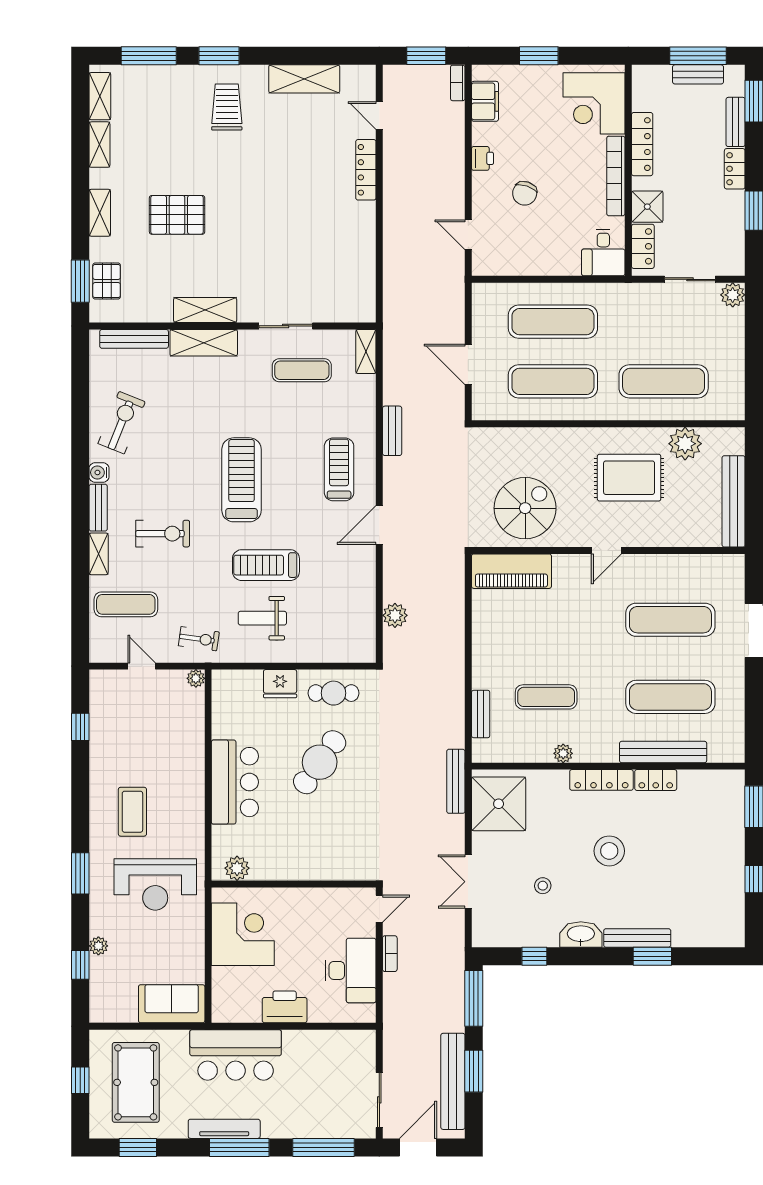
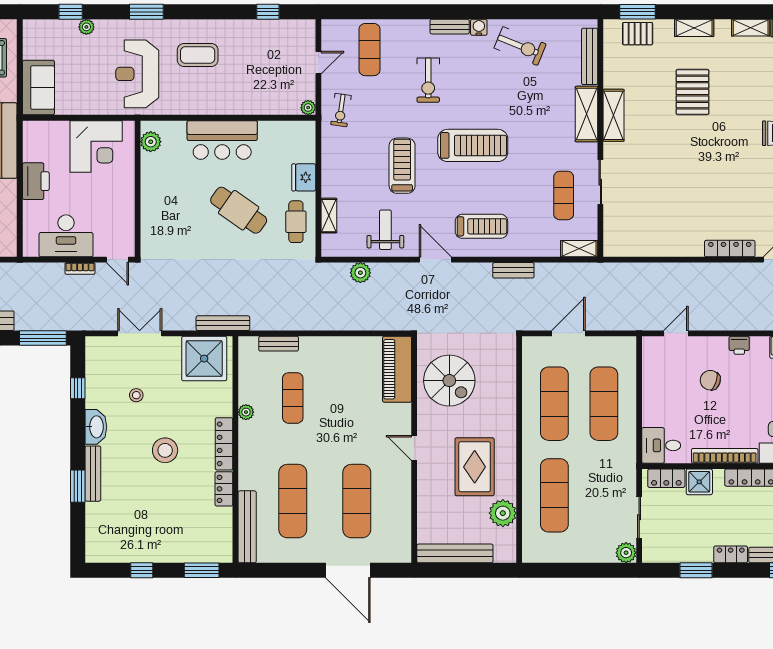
shelving: (99, 554) -> (329, 216), moved, turned 90
weight bench: (262, 618) -> (385, 230), moved
bench: (663, 752) -> (247, 527), moved

